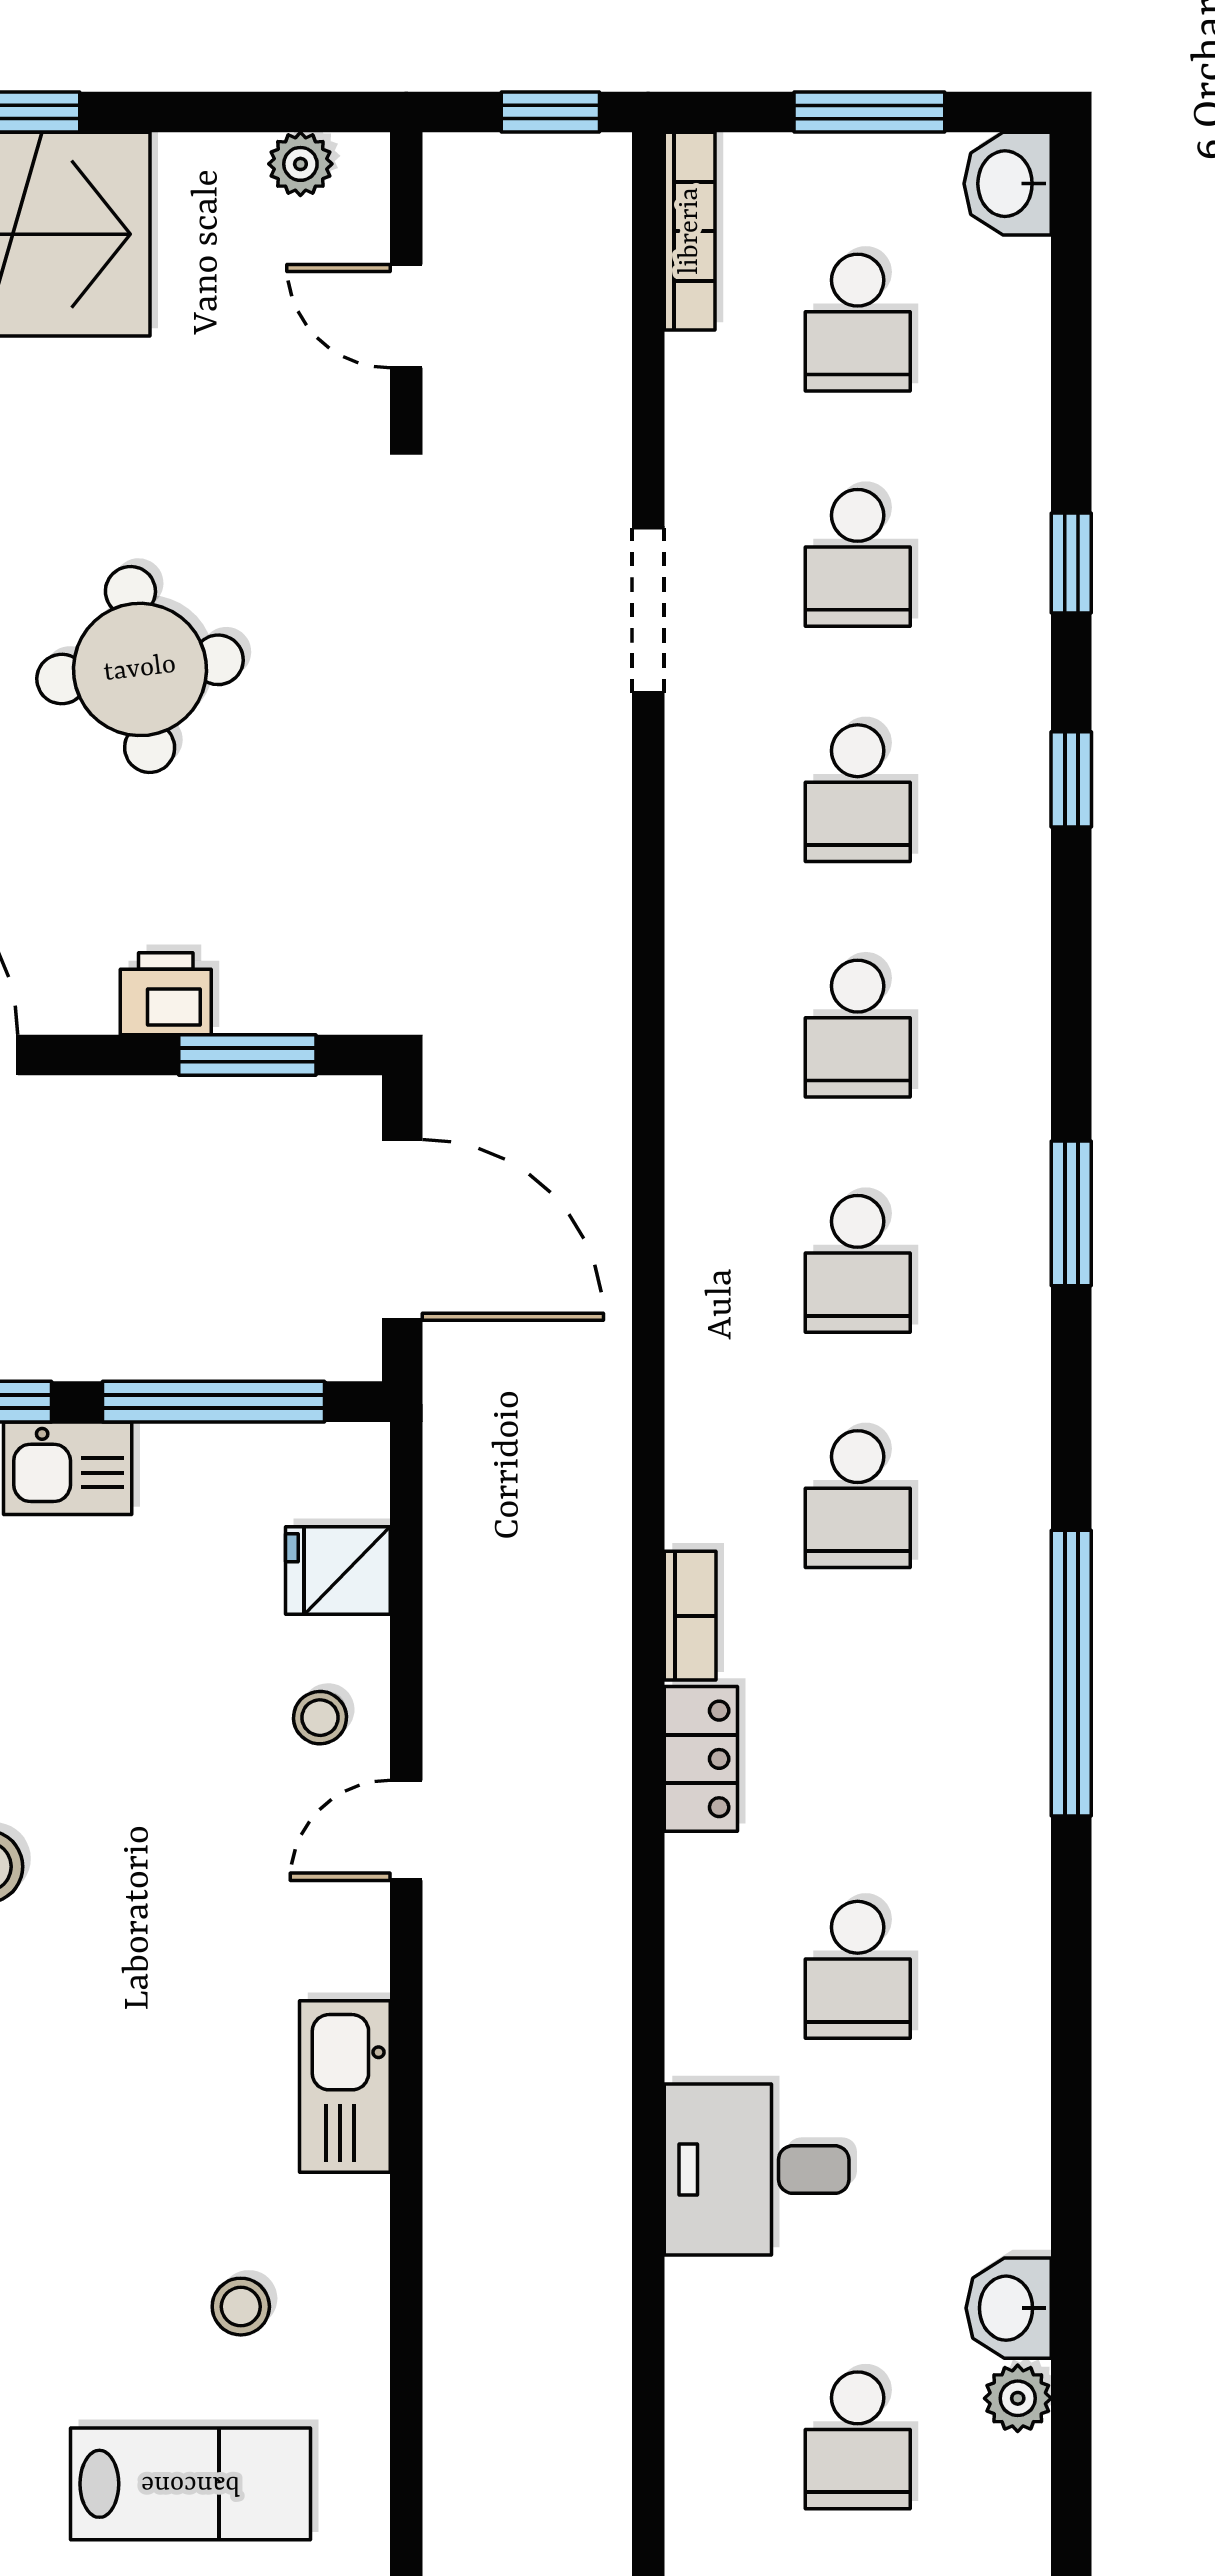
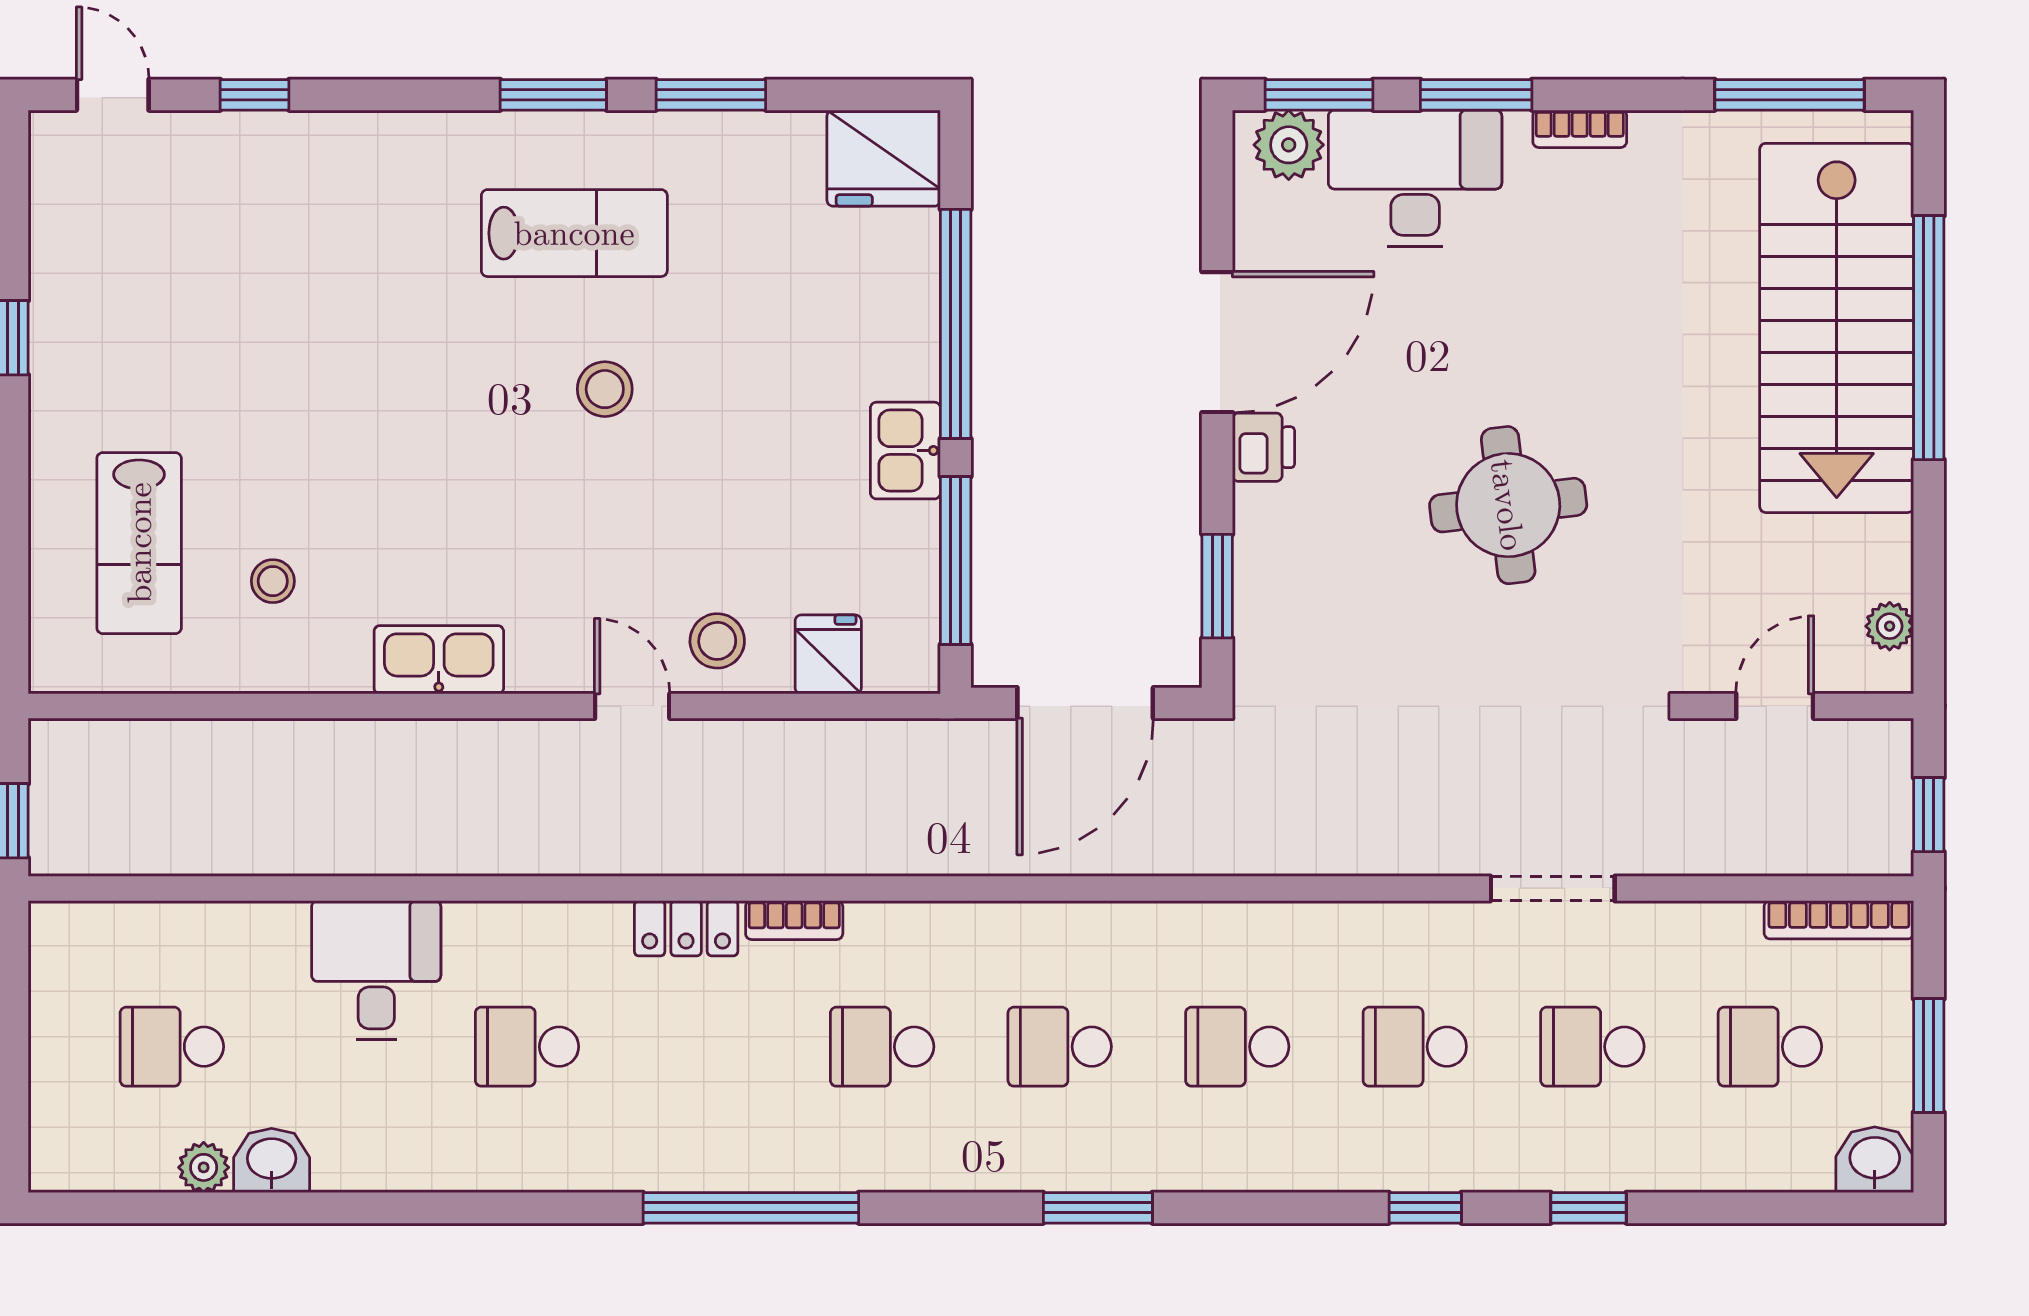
printer: (166, 994) -> (1263, 447), moved
stool: (320, 1718) -> (717, 641), width x1.37, depth x1.37

